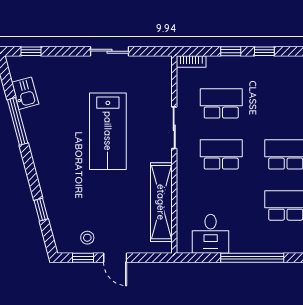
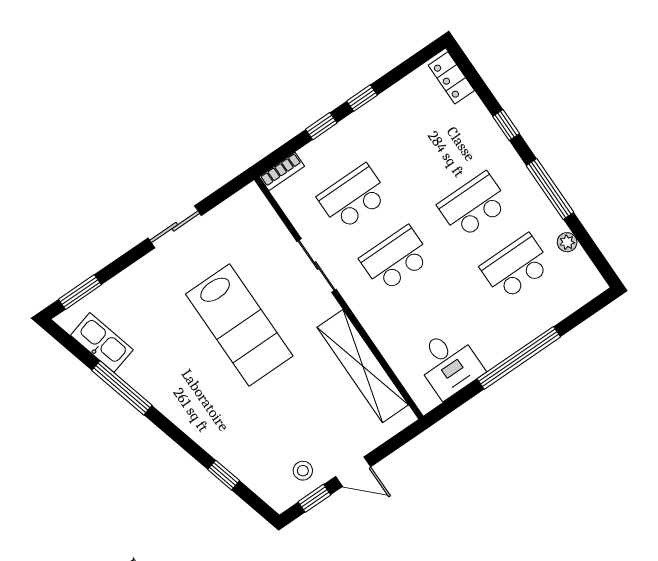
window: (31, 51) -> (80, 292), width x1.50
kitchen sink: (25, 93) -> (102, 342), width x1.38

